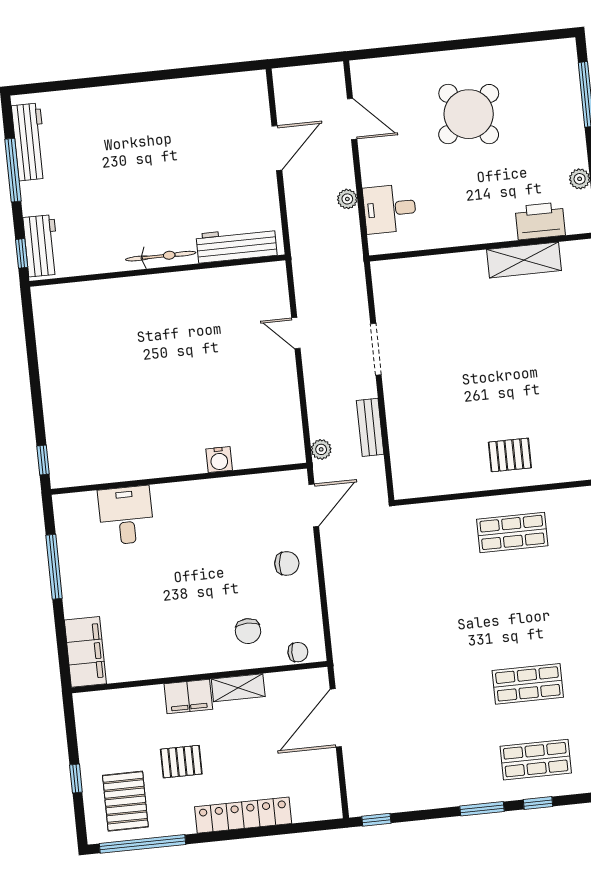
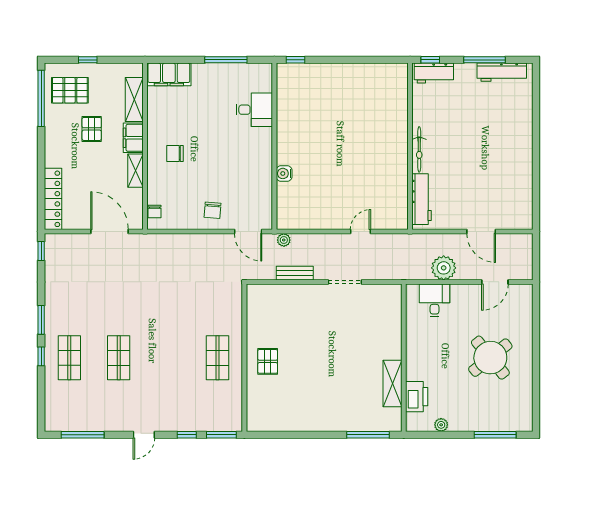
plant: (347, 199) -> (444, 268), width x1.88, depth x1.88
chair: (248, 631) -> (175, 154), moved
shelving: (129, 701) -> (134, 100), added
locker: (243, 815) -> (53, 199), moved

